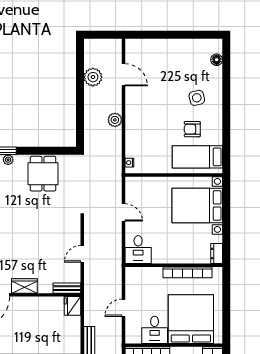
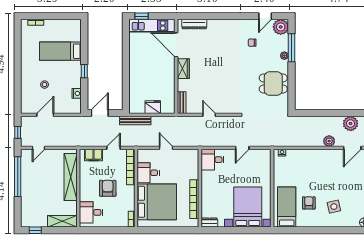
plant: (115, 120) -> (329, 141), moved
fridge: (72, 306) -> (153, 107), moved

